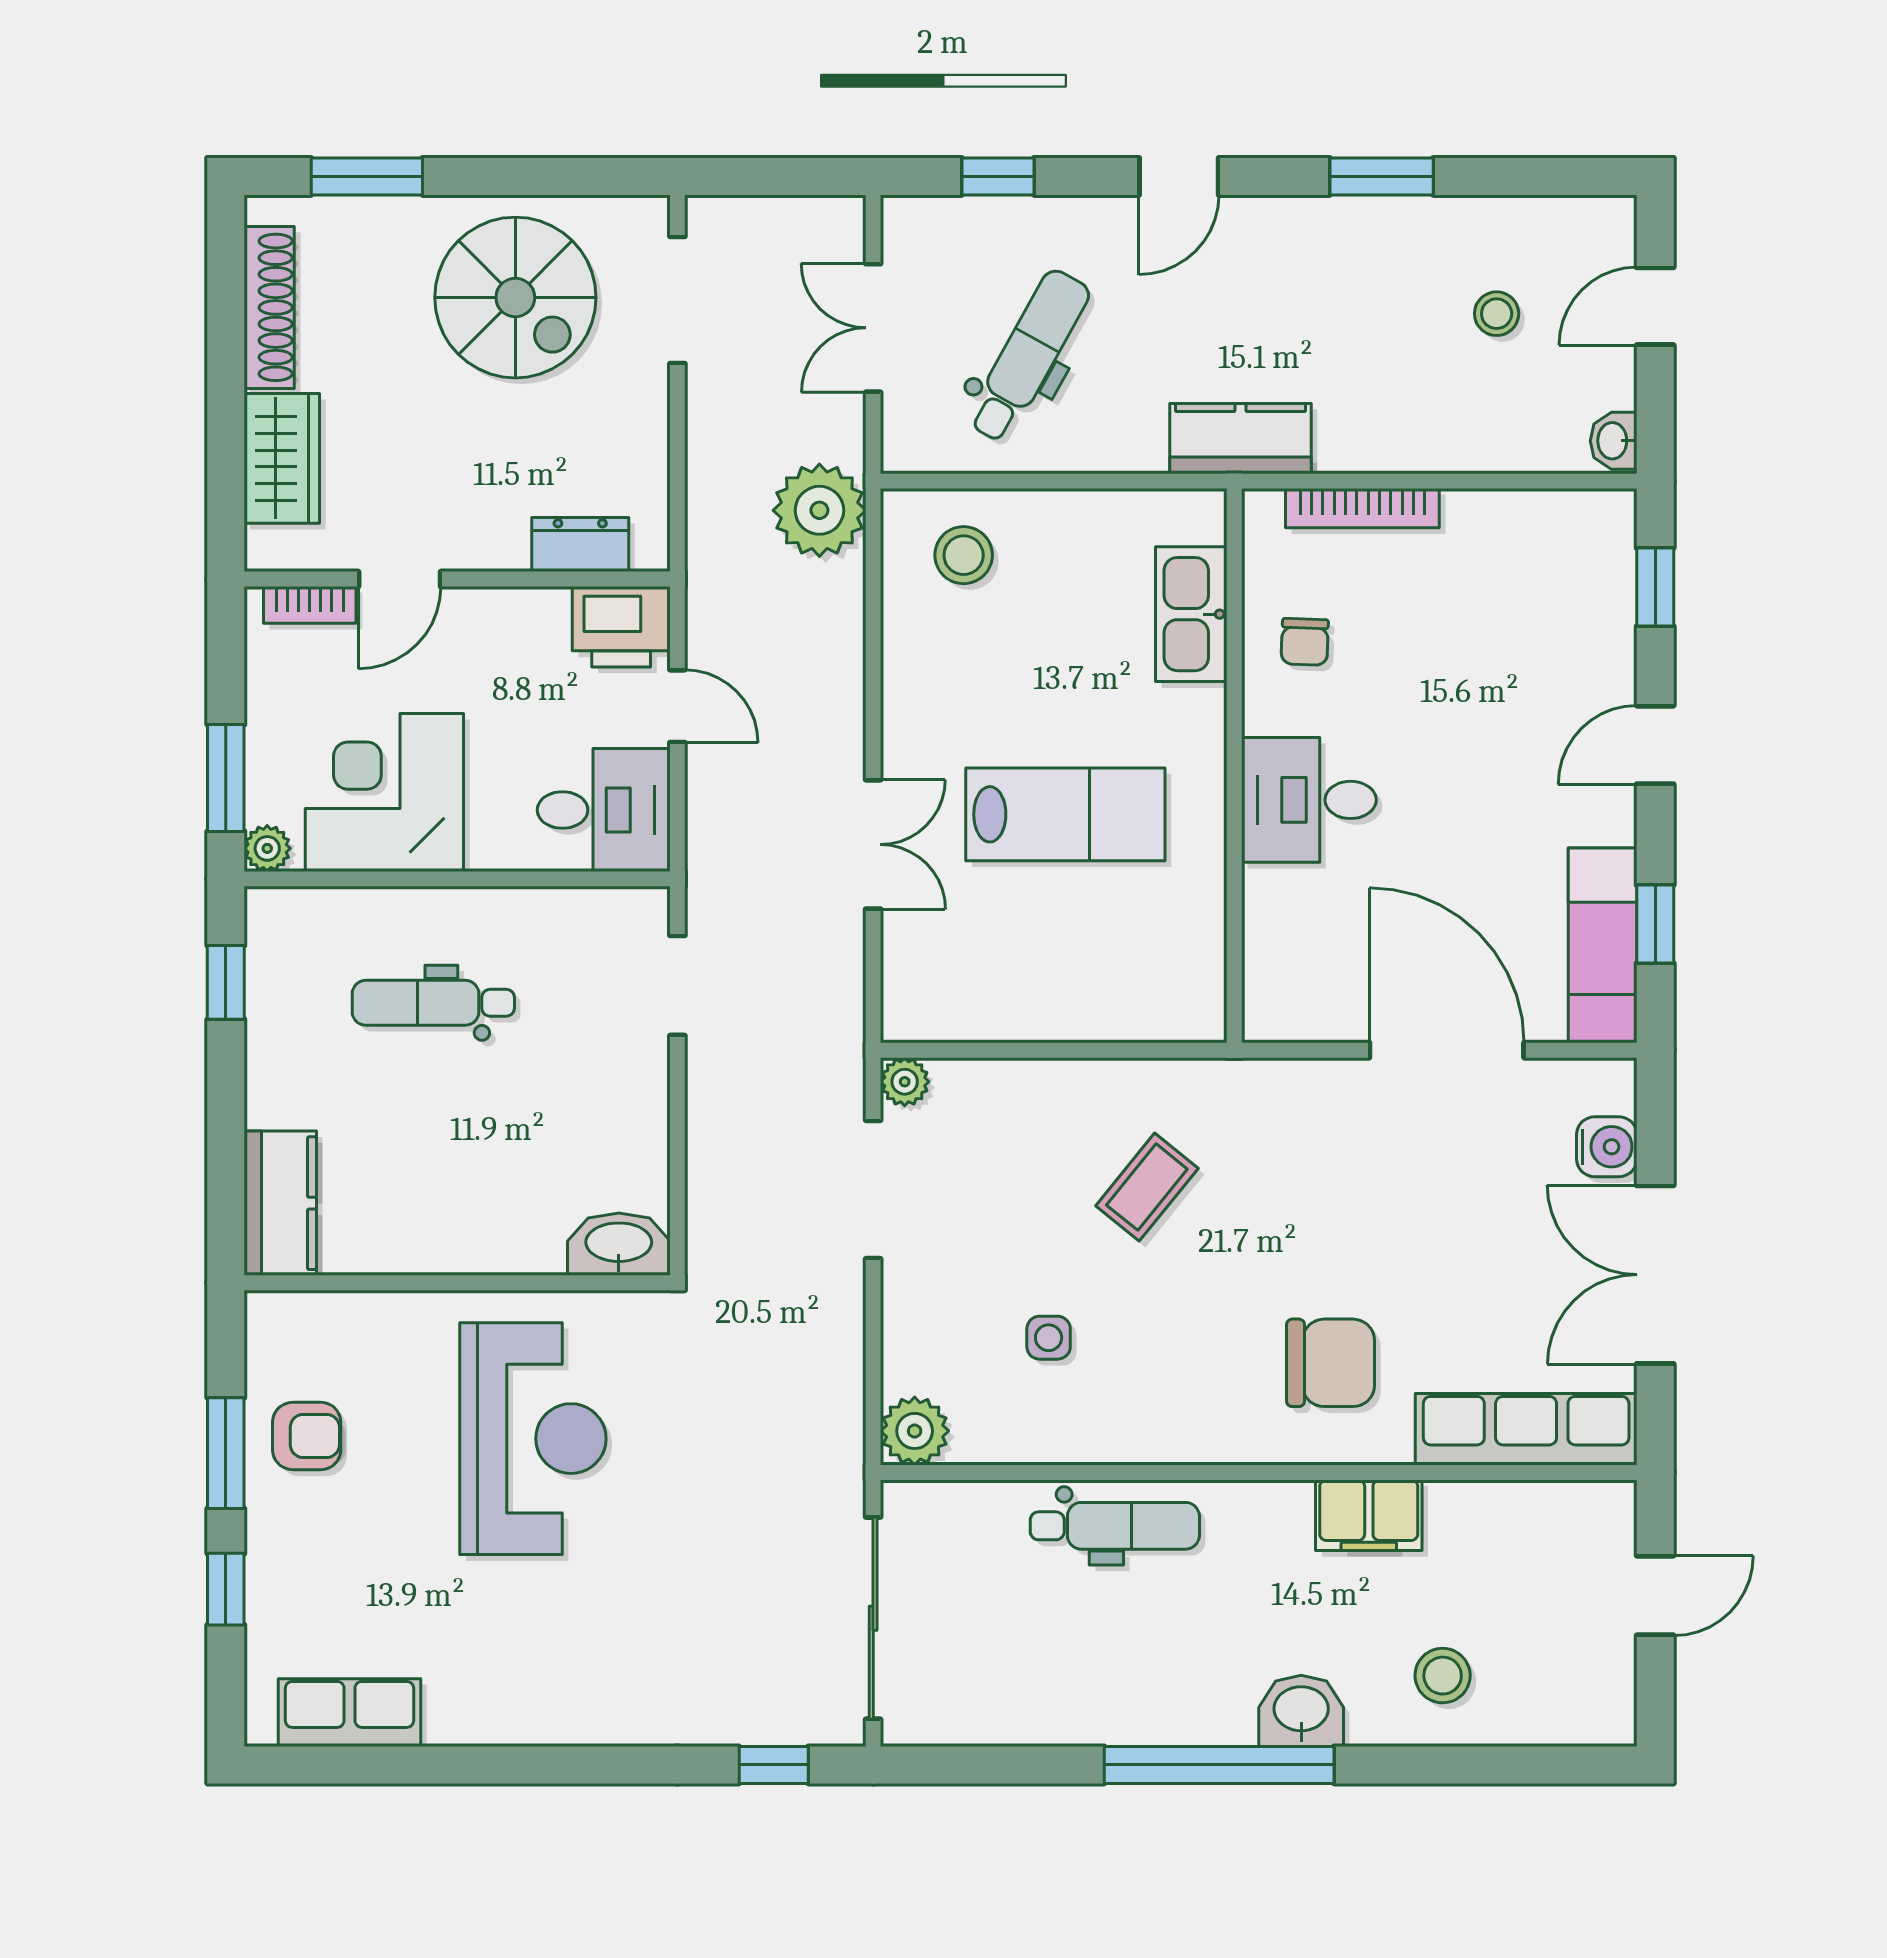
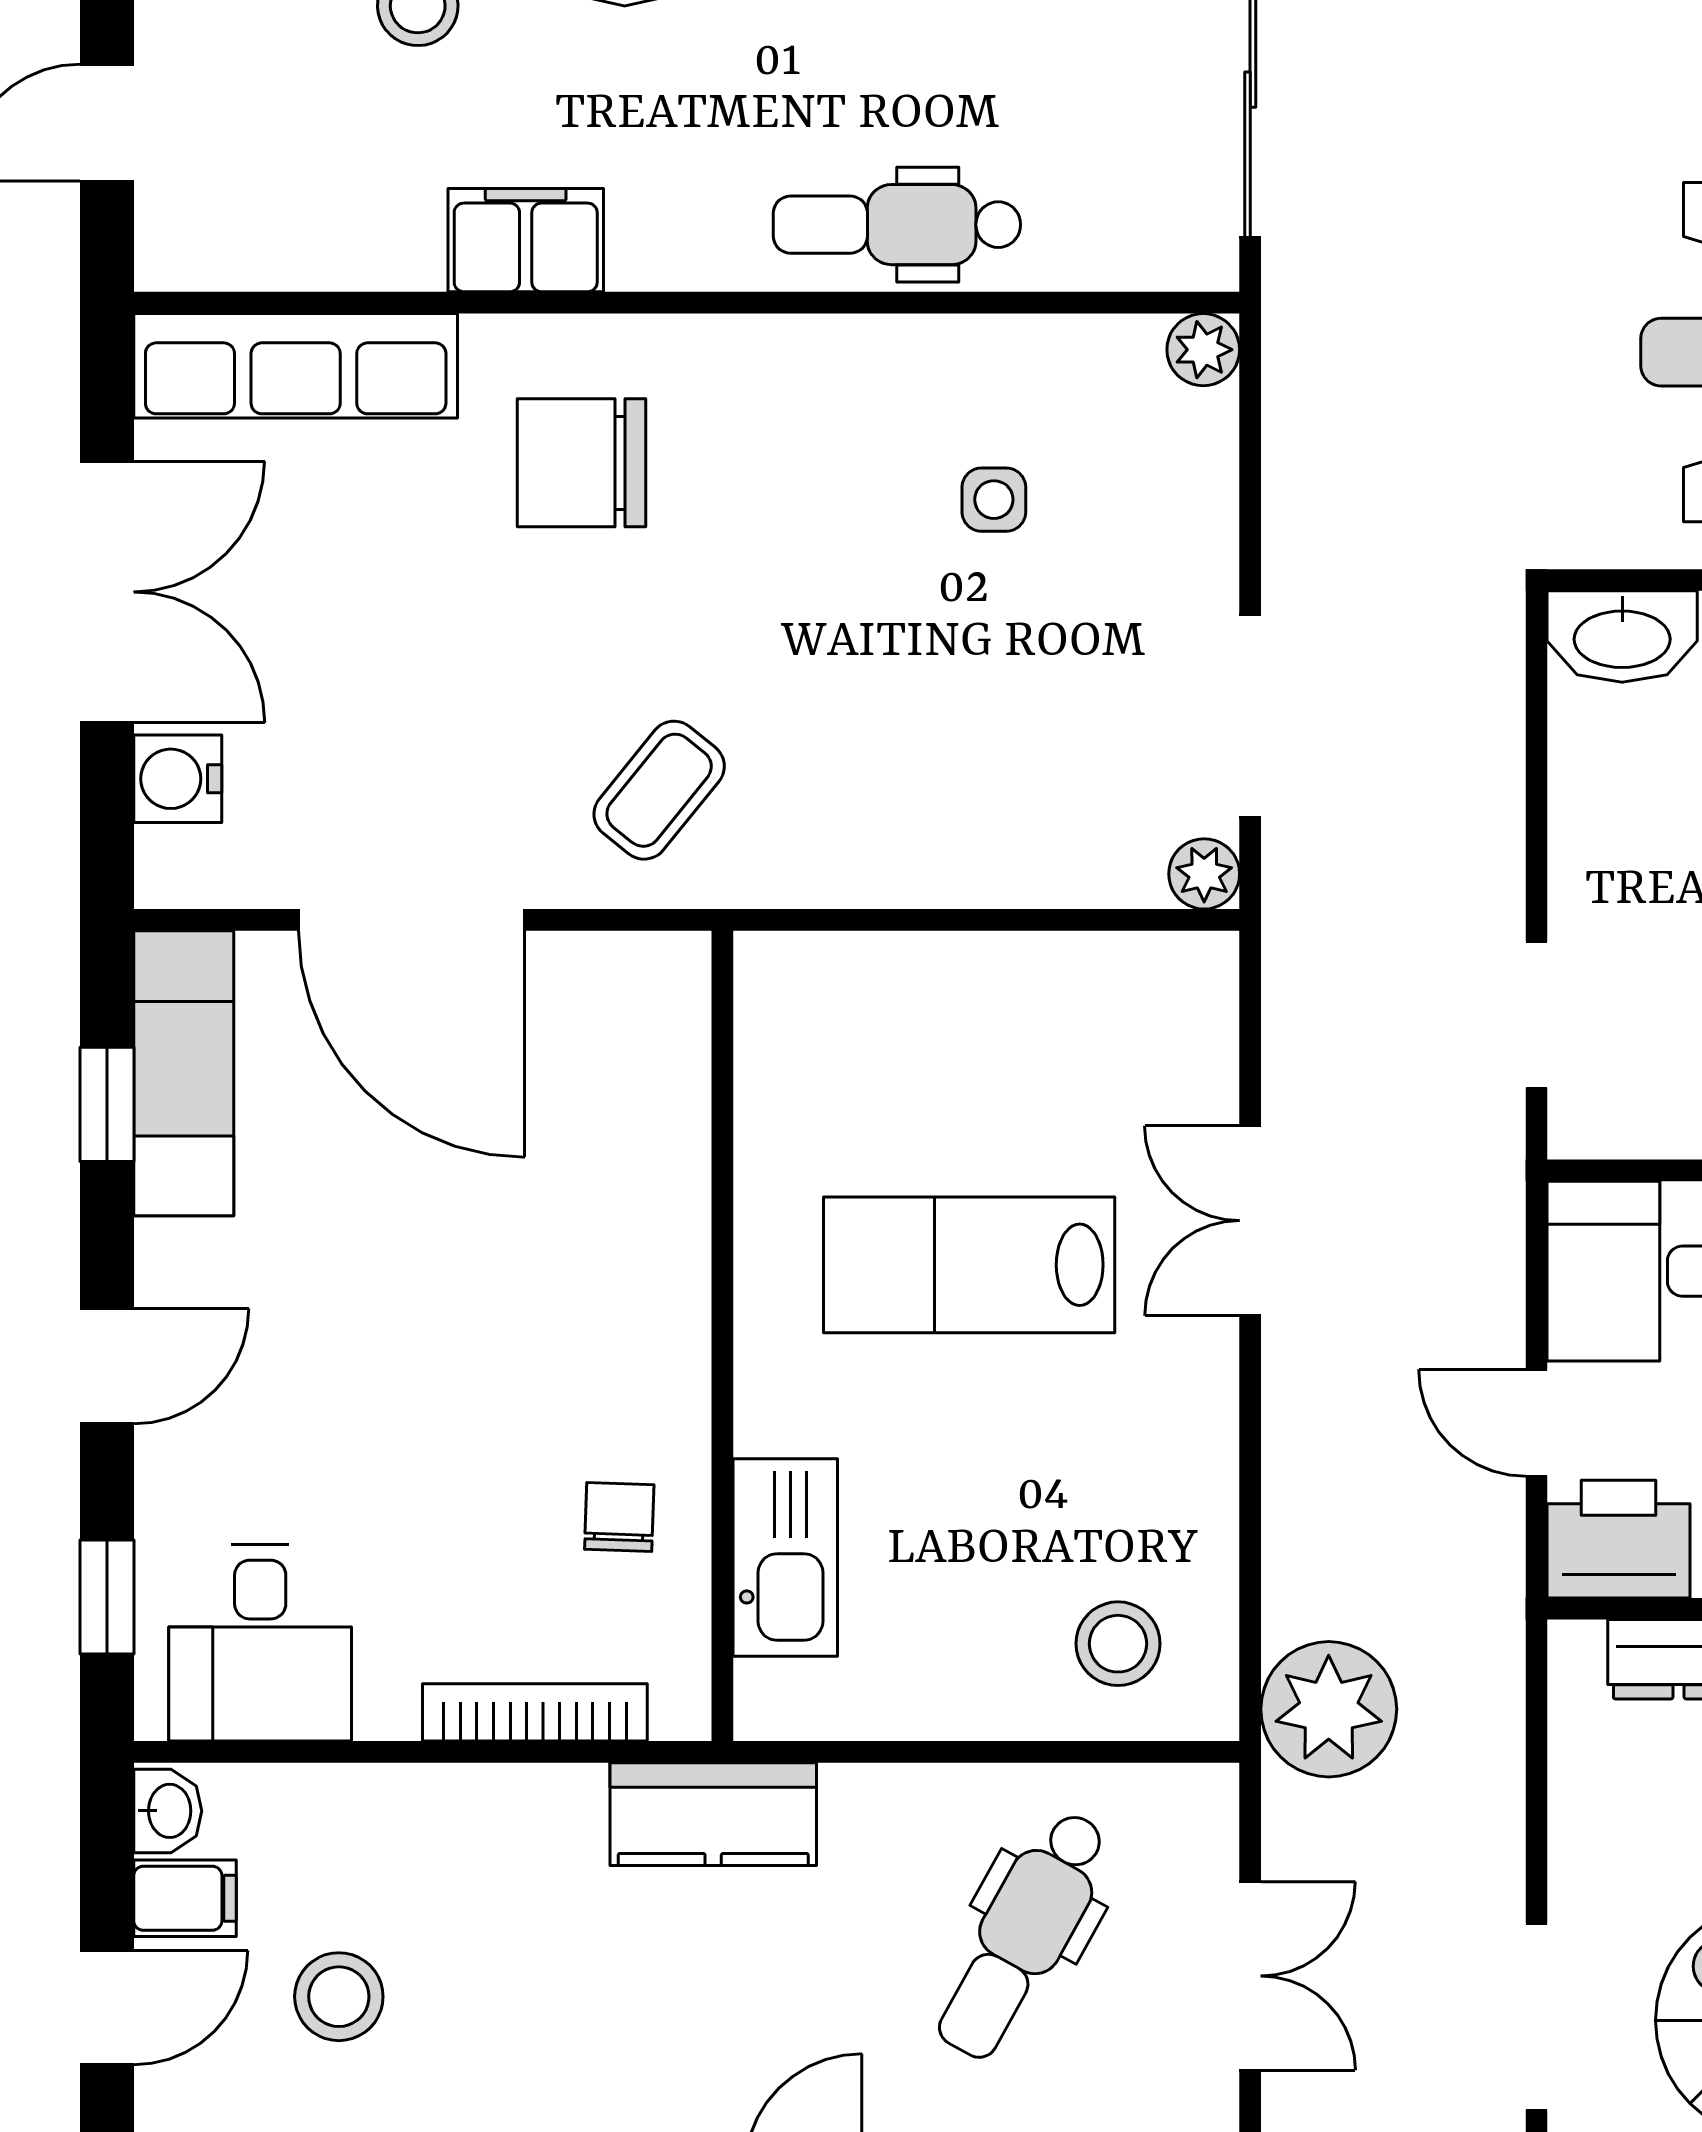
stool: (1497, 314) -> (339, 1997), width x1.37, depth x1.37
filing cabinet: (1602, 381) -> (185, 1898), added
desk: (1309, 800) -> (260, 1643), moved, turned 90
coffee table: (1147, 1187) -> (659, 790), moved
plant: (915, 1431) -> (1203, 350), width x0.73, depth x0.73

